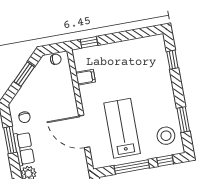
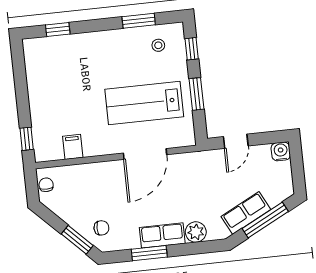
window: (24, 74) -> (77, 240), moved
chair: (24, 117) -> (101, 228), moved
stool: (166, 136) -> (158, 45), width x0.53, depth x0.53
window: (132, 167) -> (196, 94), width x0.69

